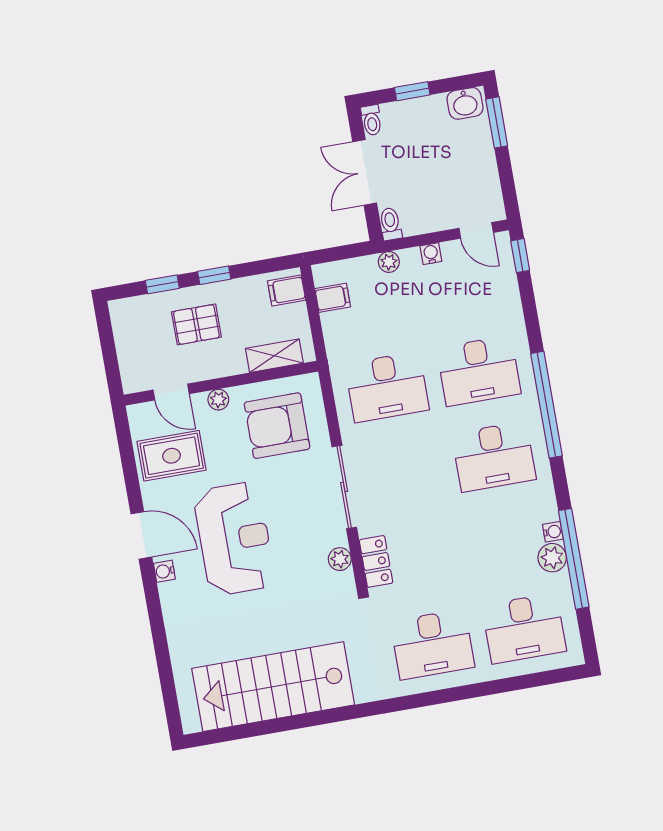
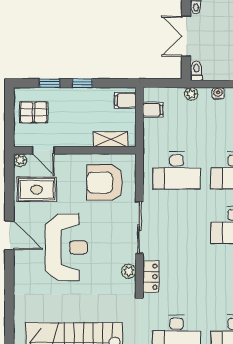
pallet: (196, 324) -> (34, 112), moved
plant: (218, 400) -> (20, 160), moved
water cooler: (164, 571) -> (20, 260), removed

